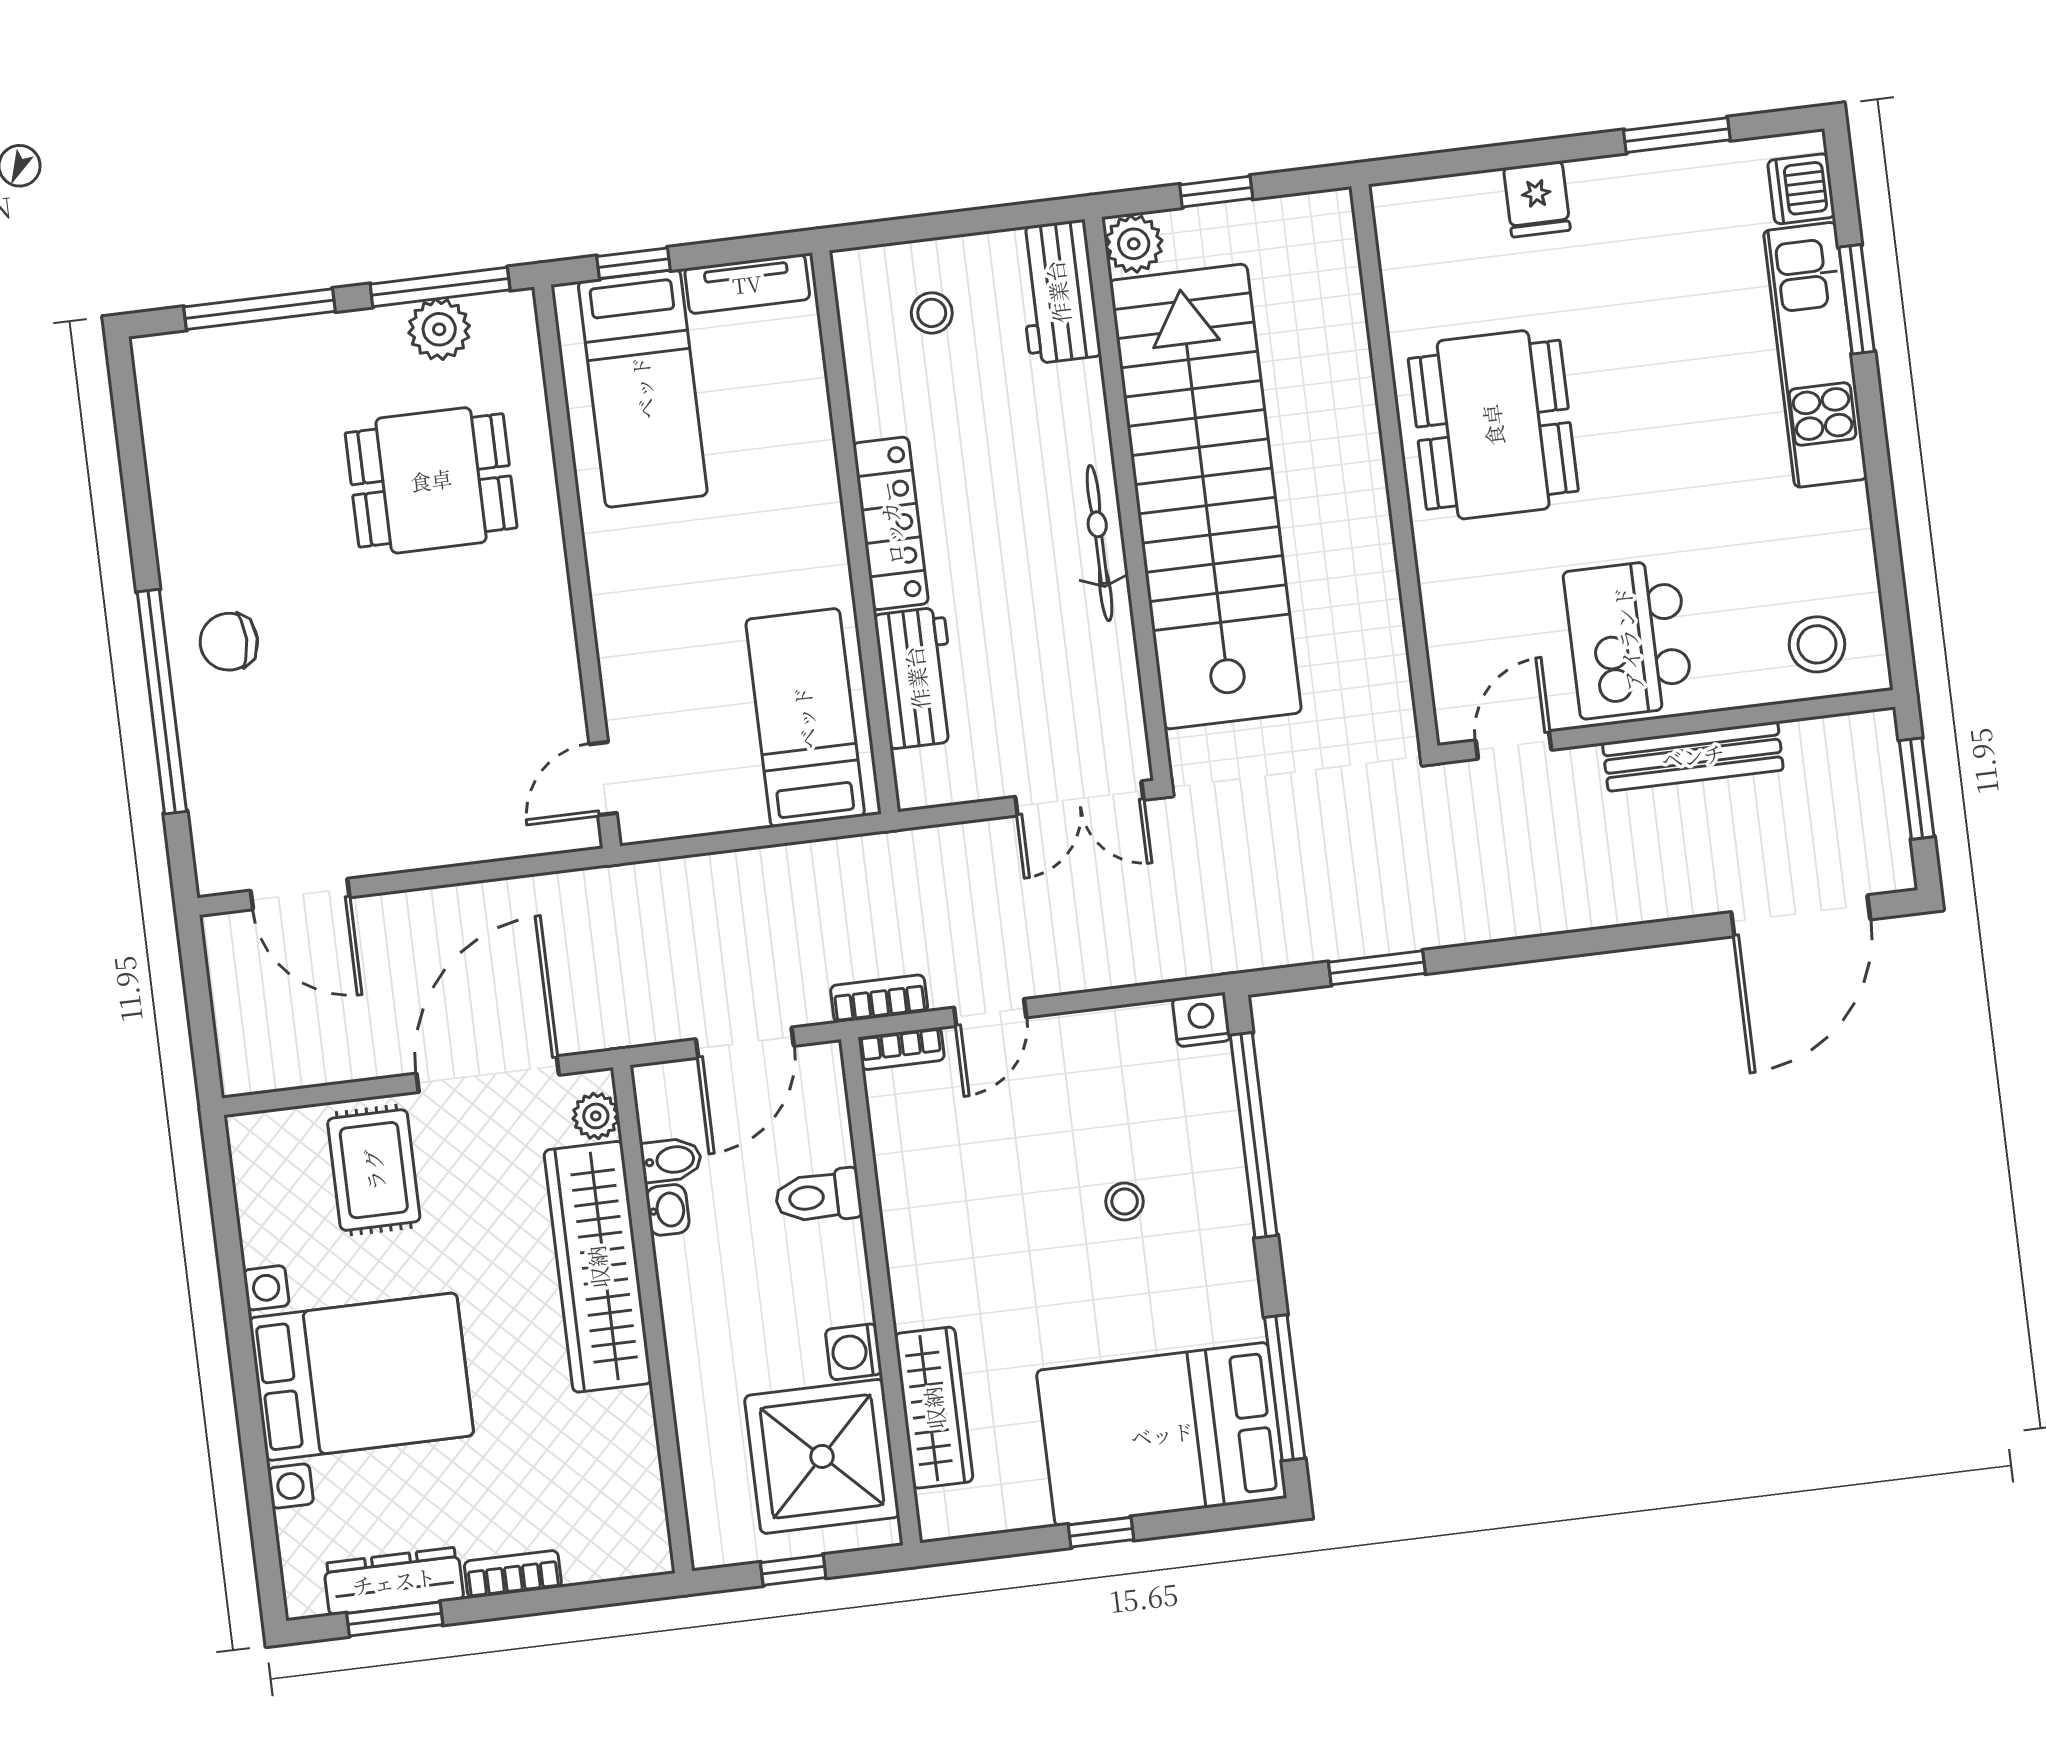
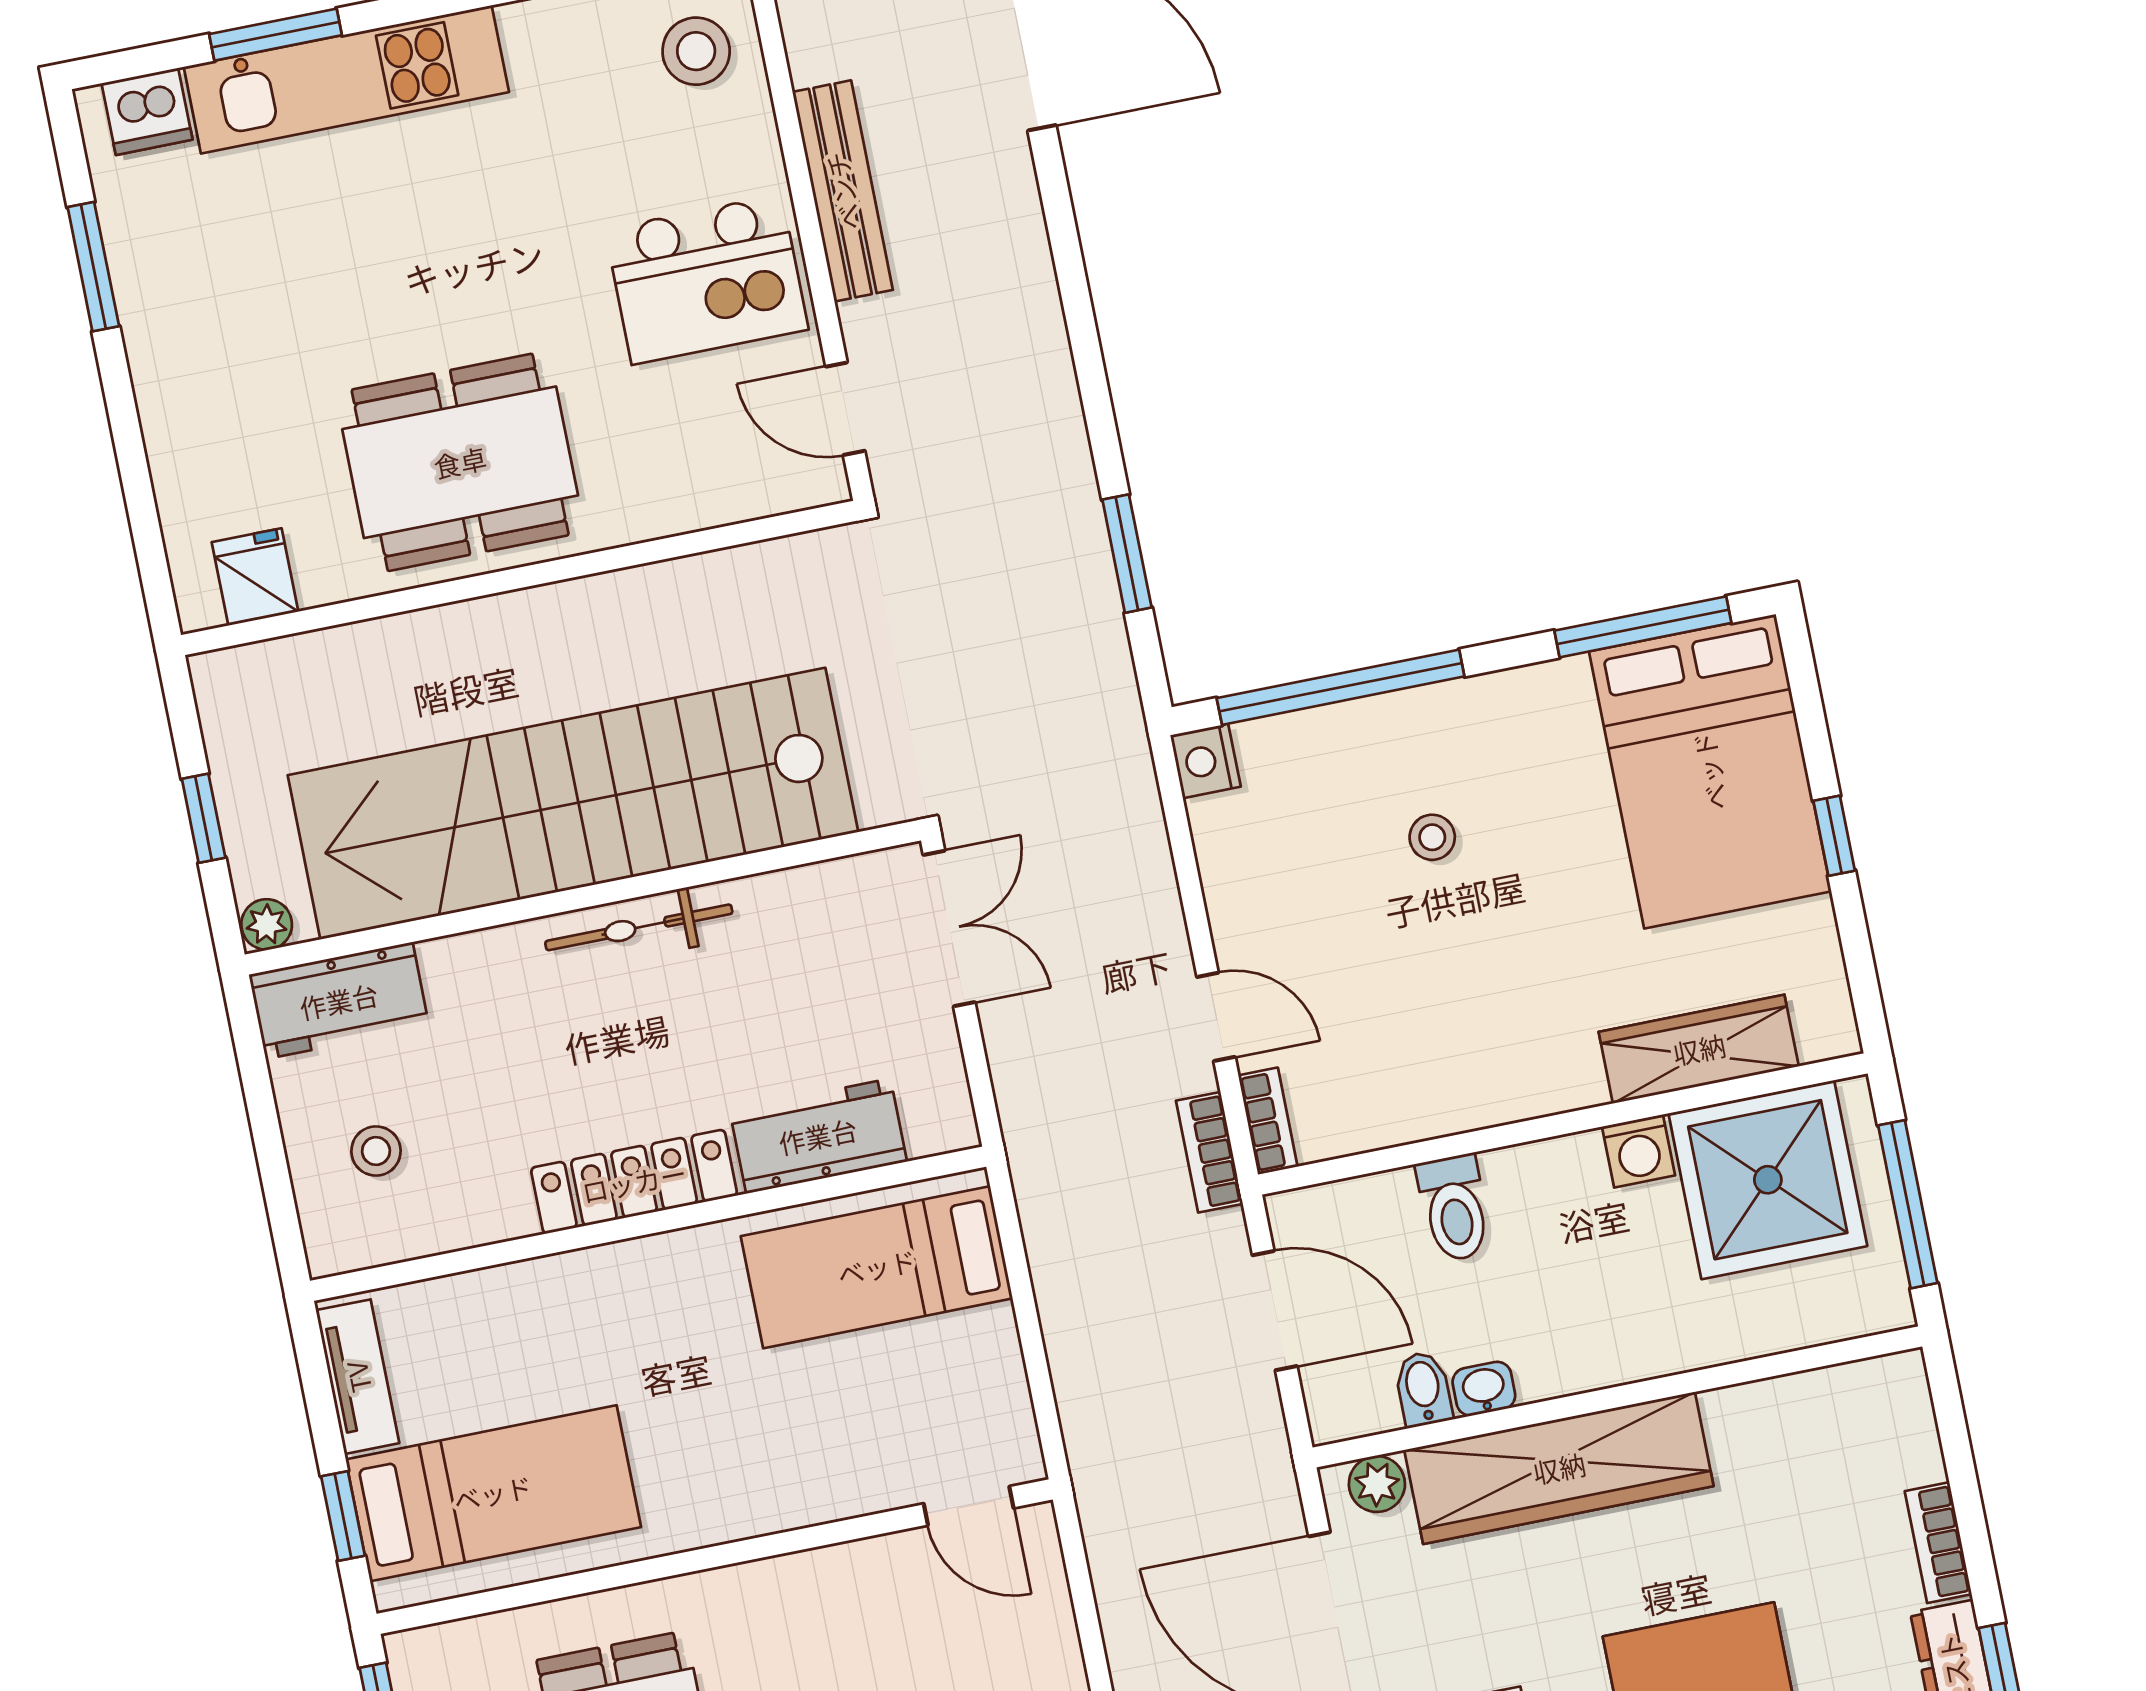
fridge: (1537, 199) -> (255, 577), moved, turned -90
plant: (1134, 244) -> (267, 924), width x0.73, depth x0.73
window: (793, 1570) -> (1908, 1204), width x2.17

